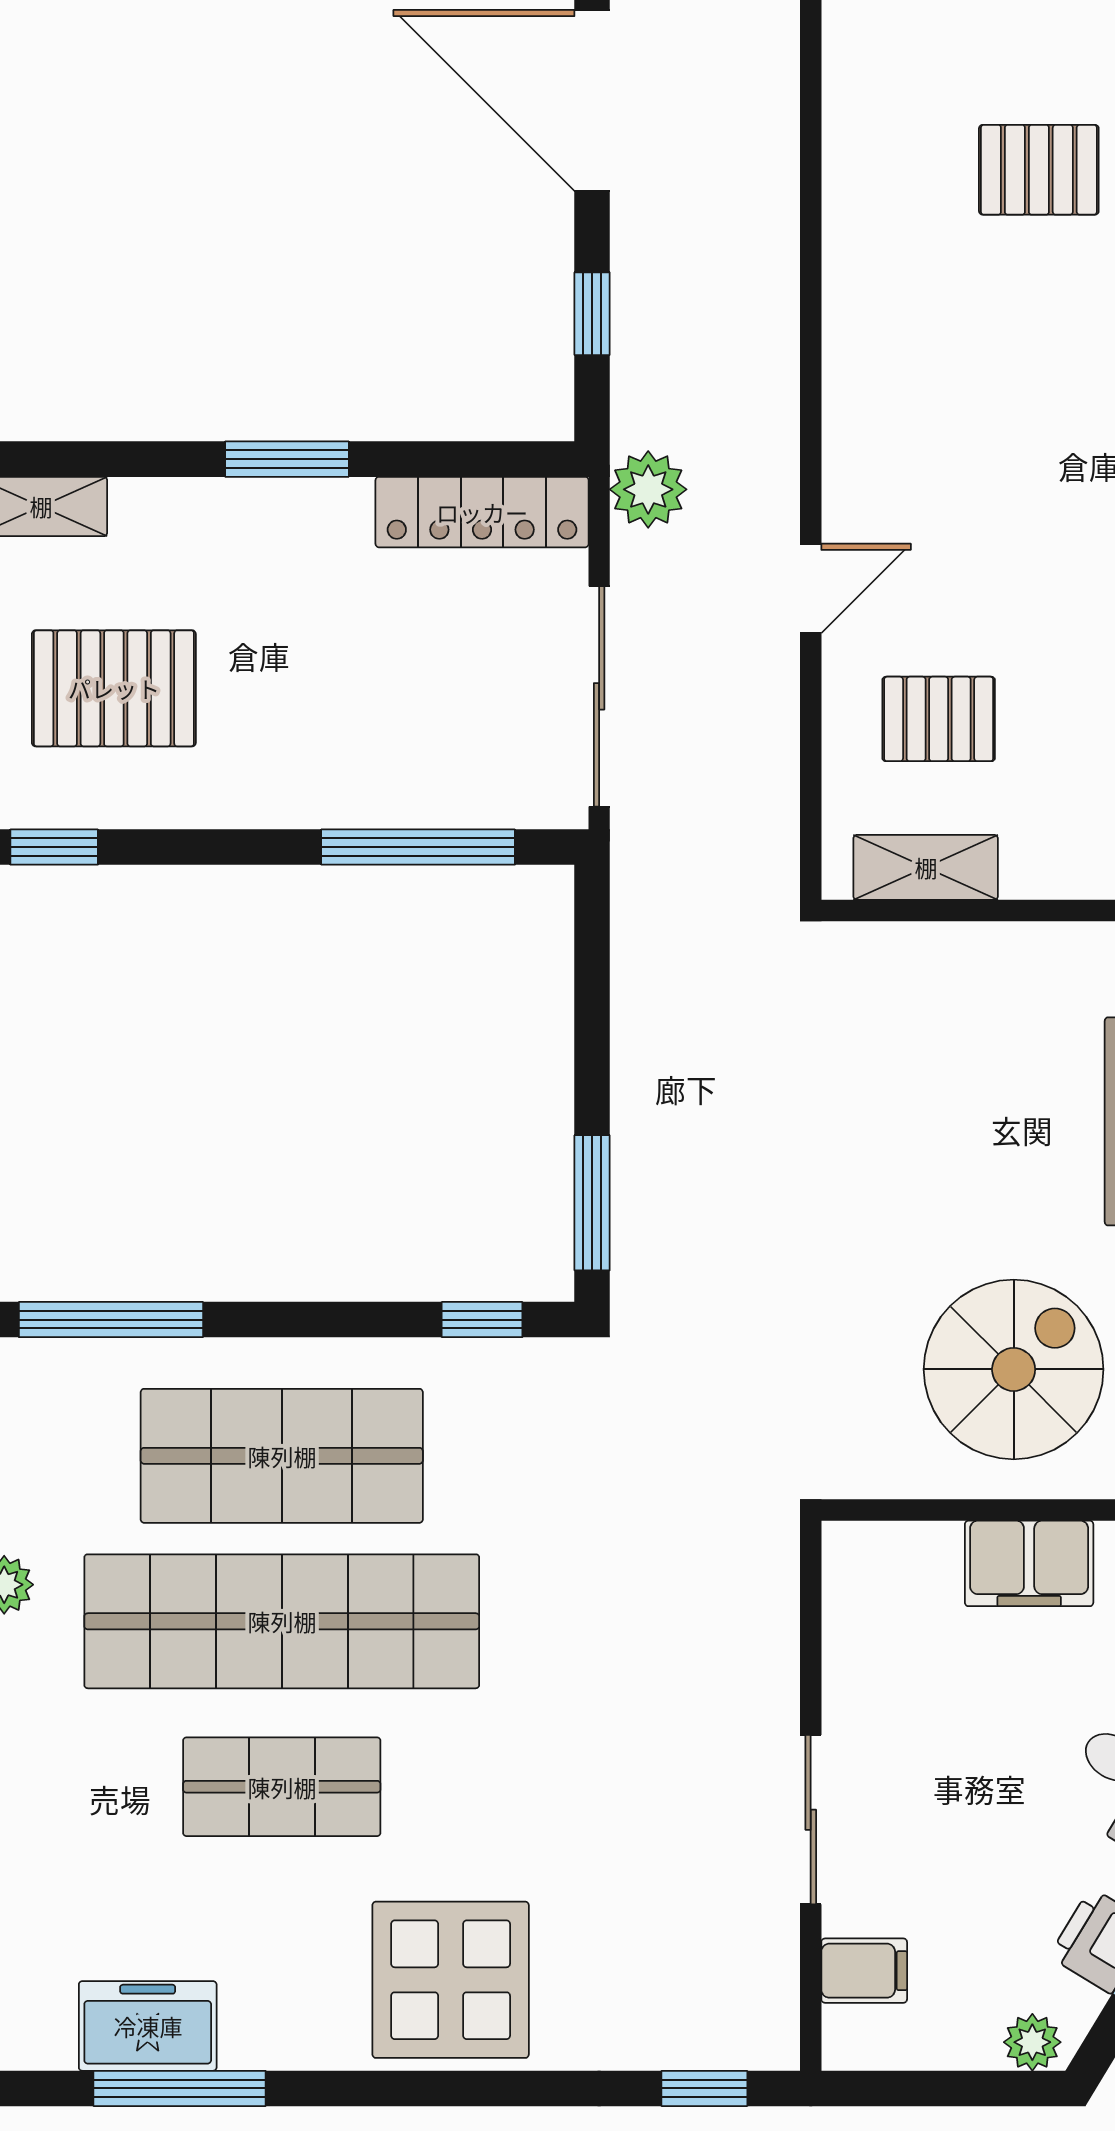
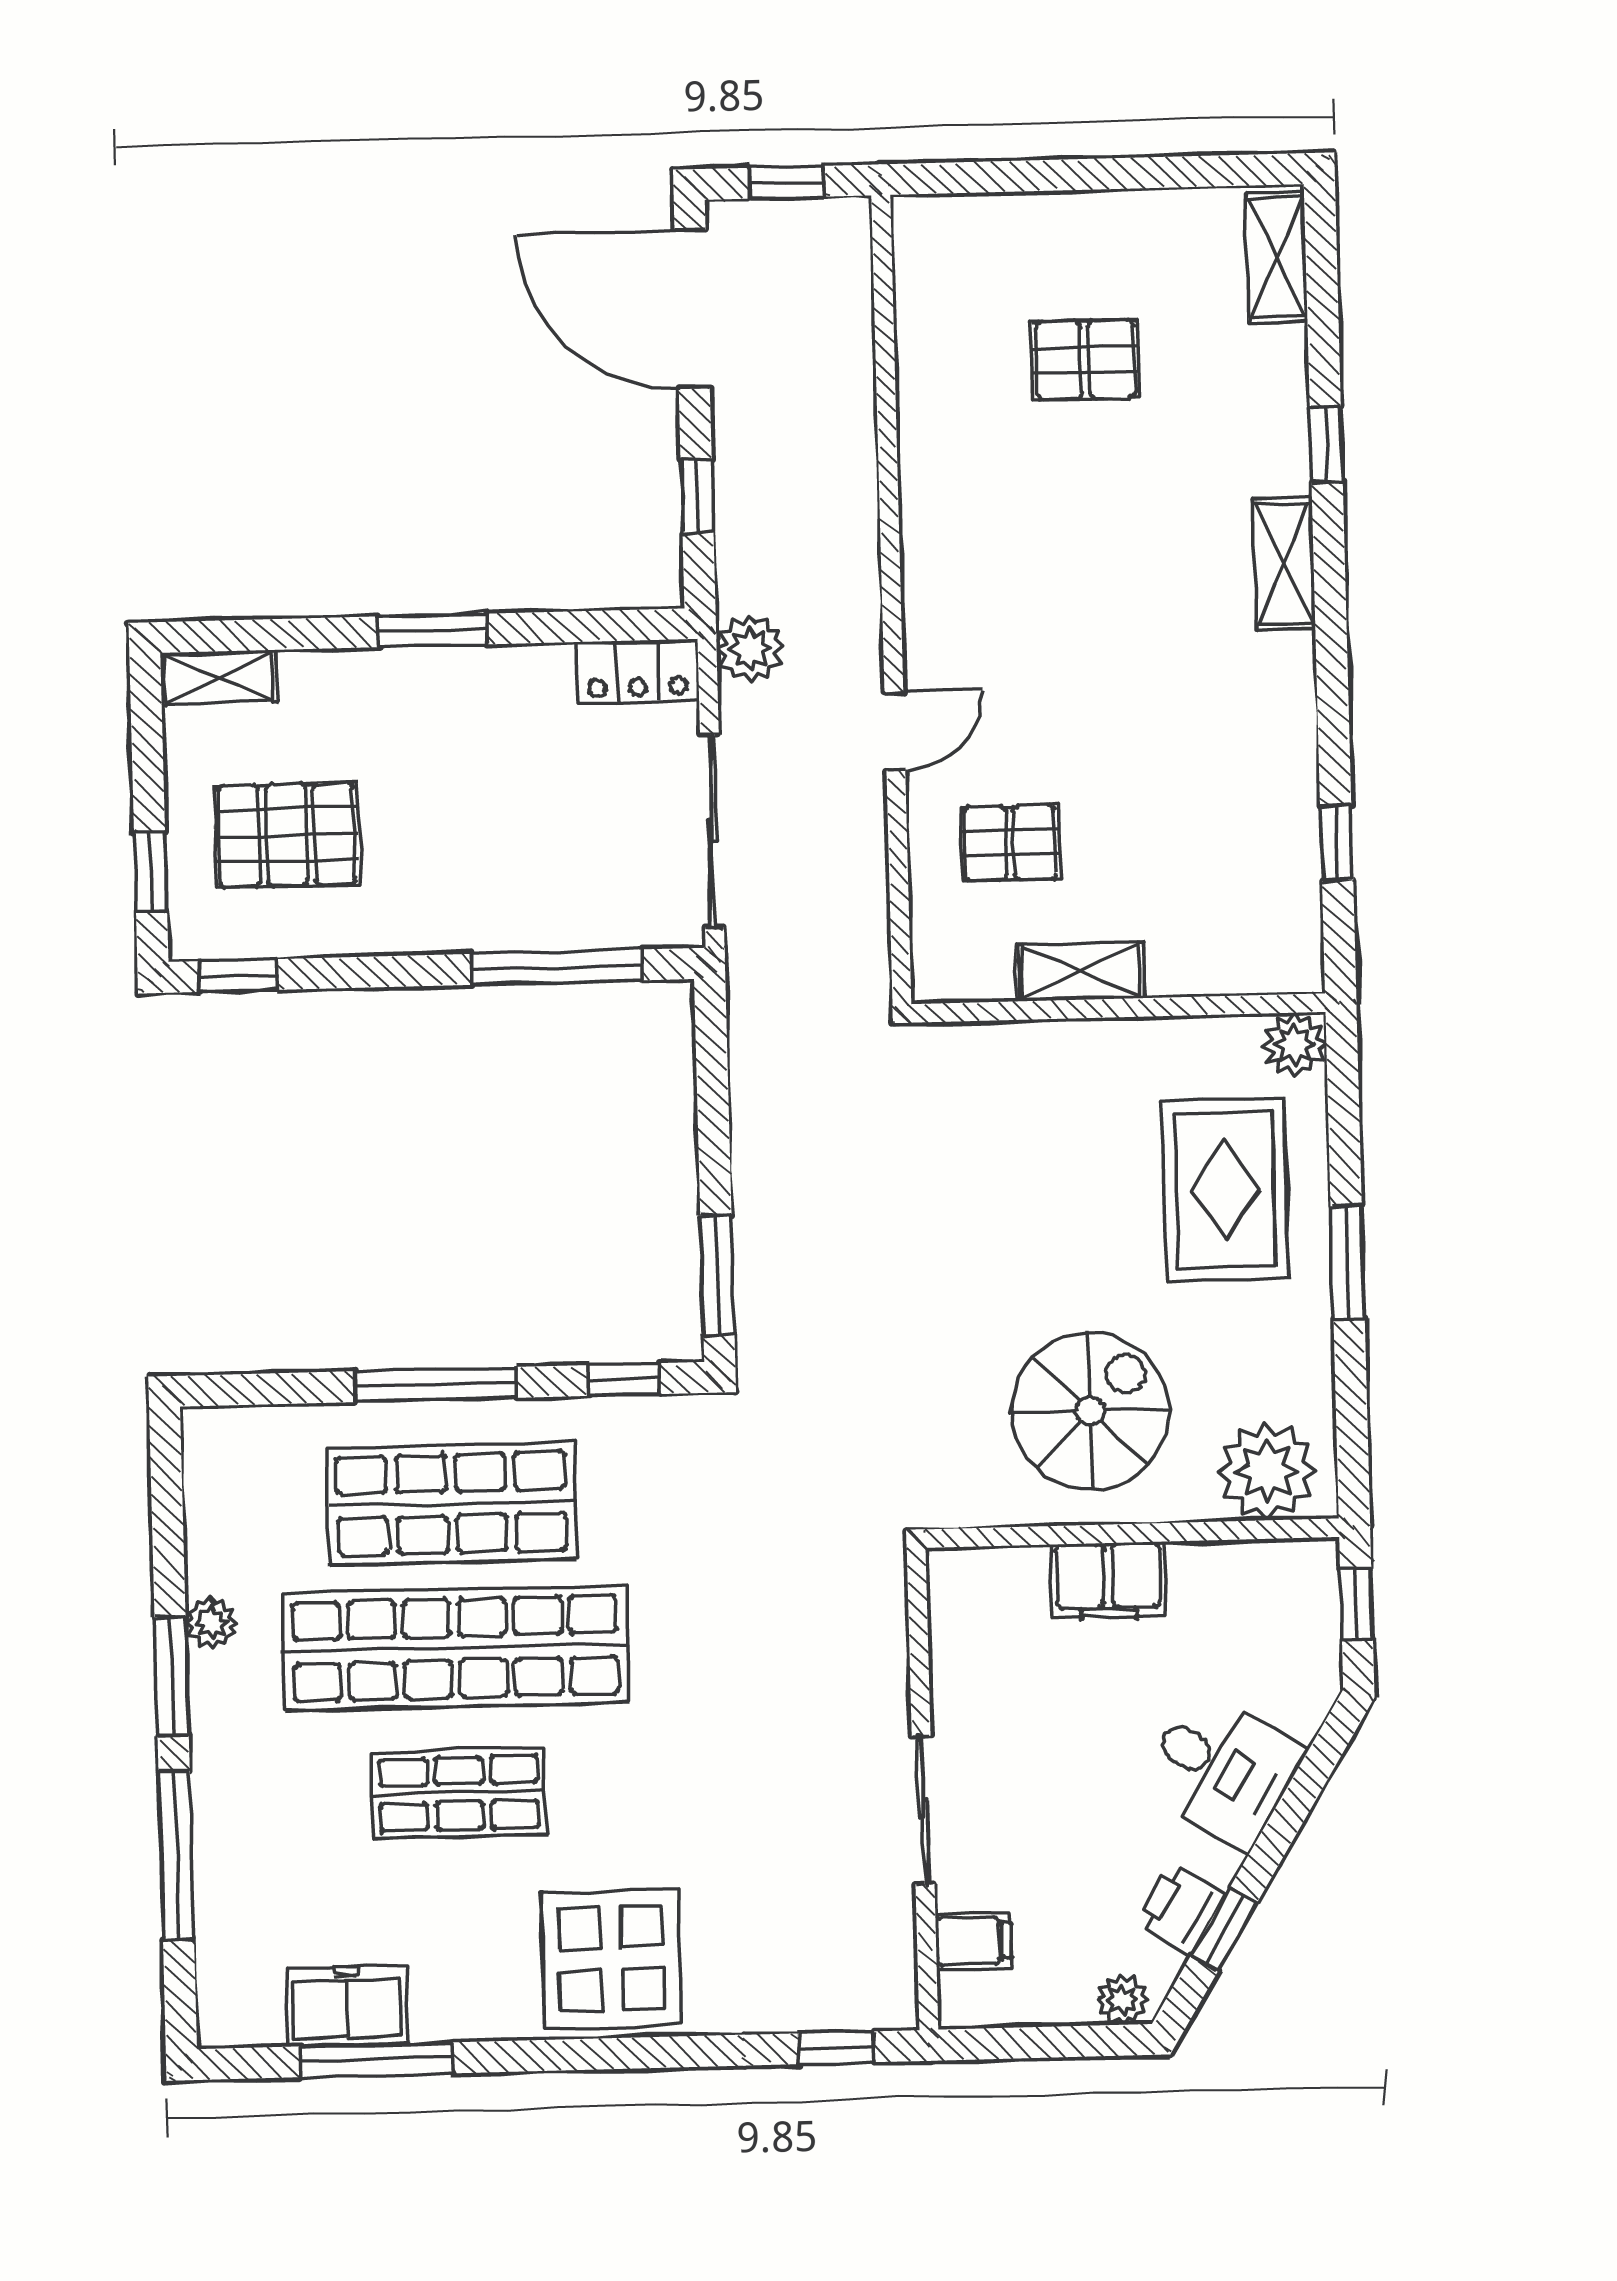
locker: (482, 512) -> (637, 671), width x0.66
shelving: (926, 867) -> (1081, 971), moved
window: (111, 1320) -> (436, 1384), moved

